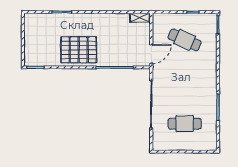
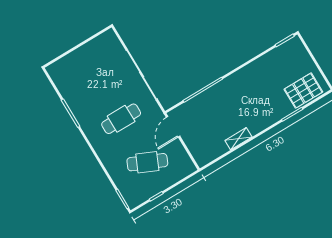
shelving: (140, 18) -> (238, 139), moved
pallet: (79, 50) -> (303, 91), moved, width x0.73, depth x0.71
cafe table: (185, 124) -> (121, 119), moved

